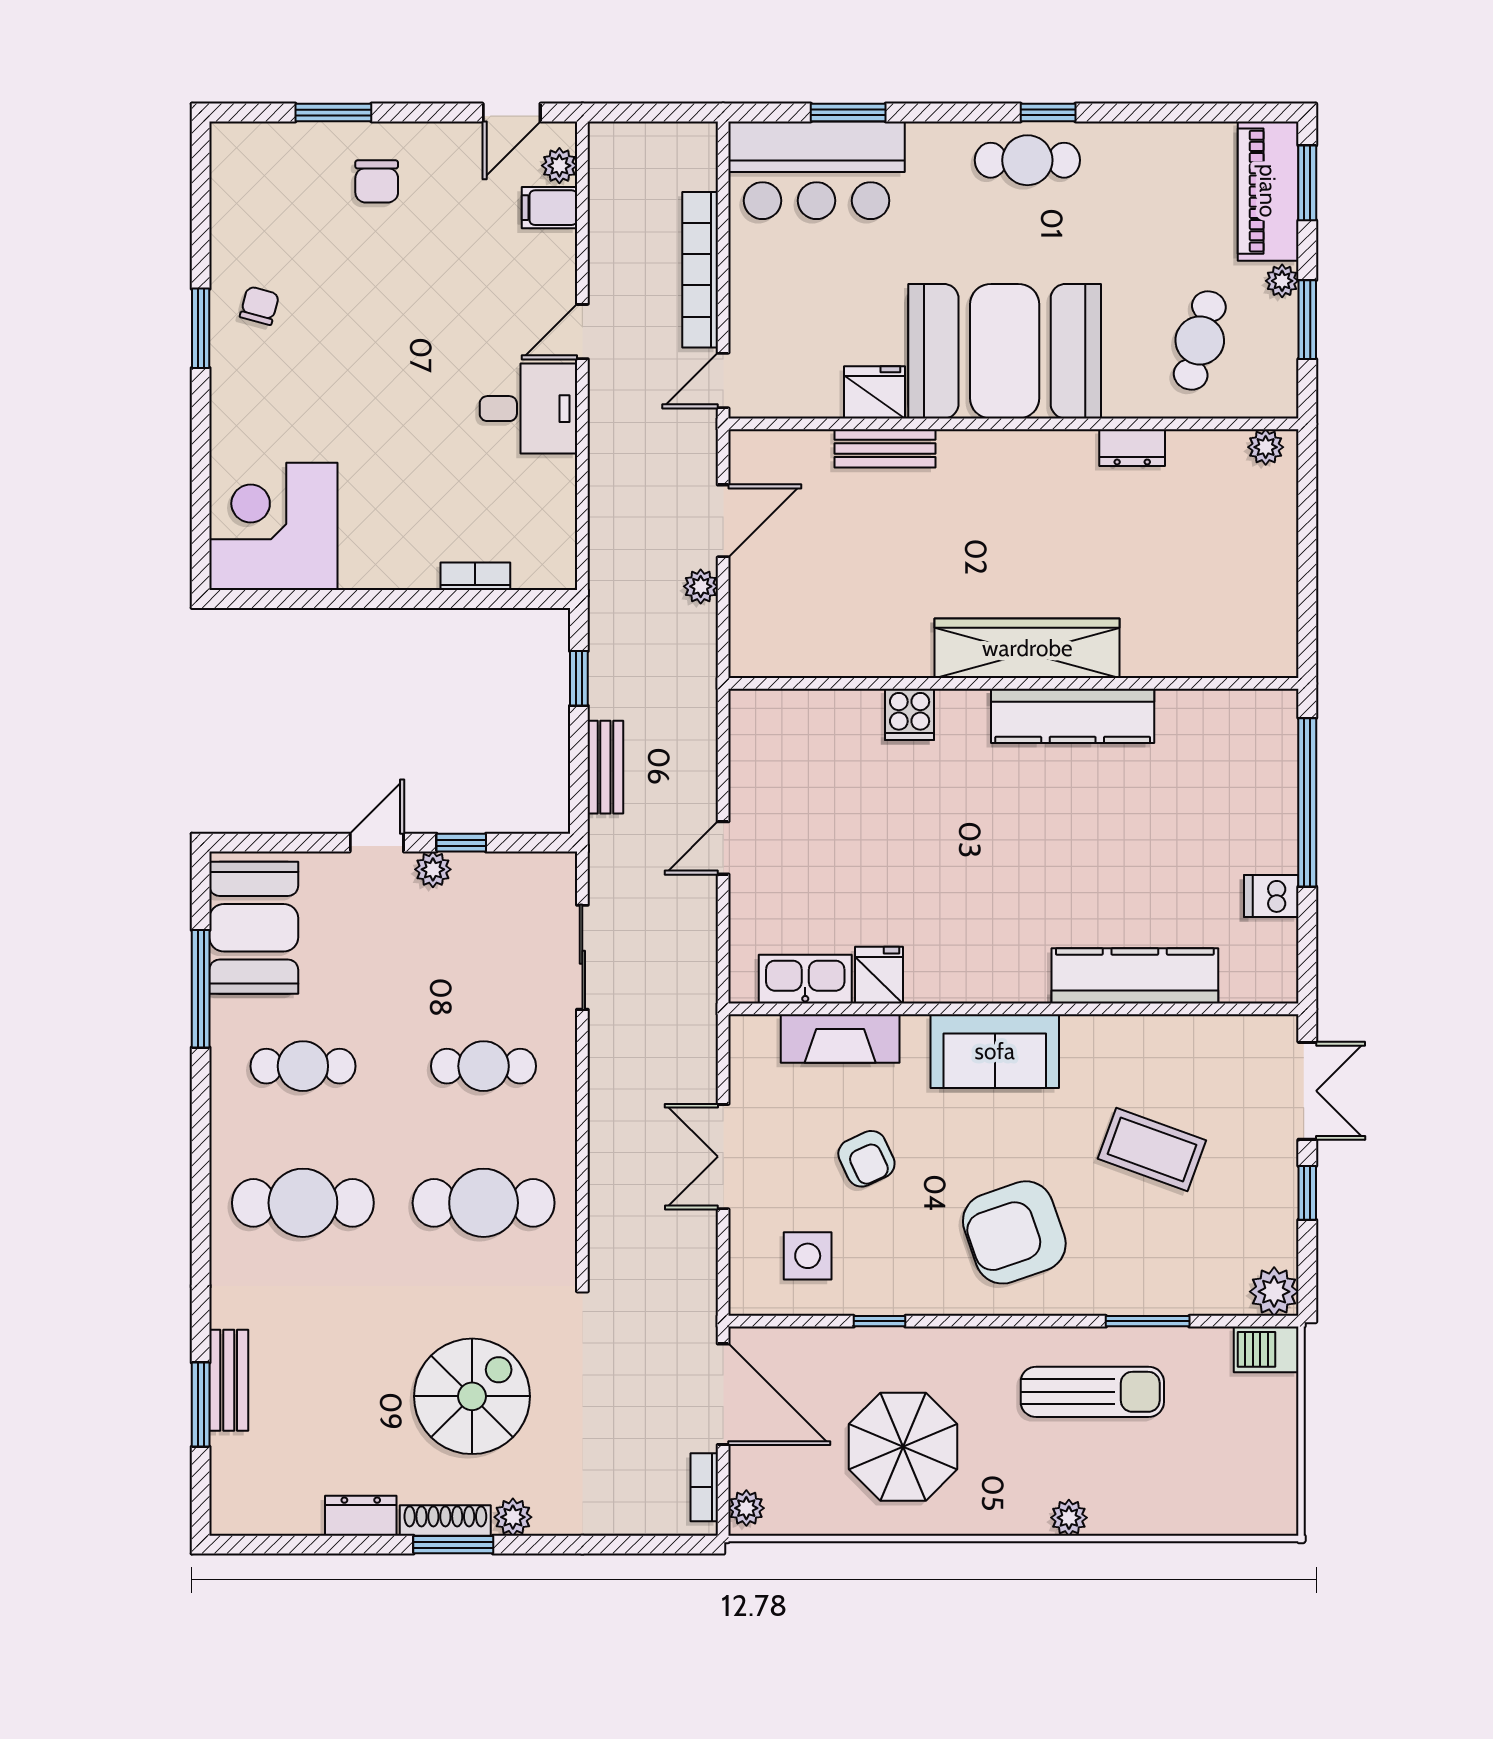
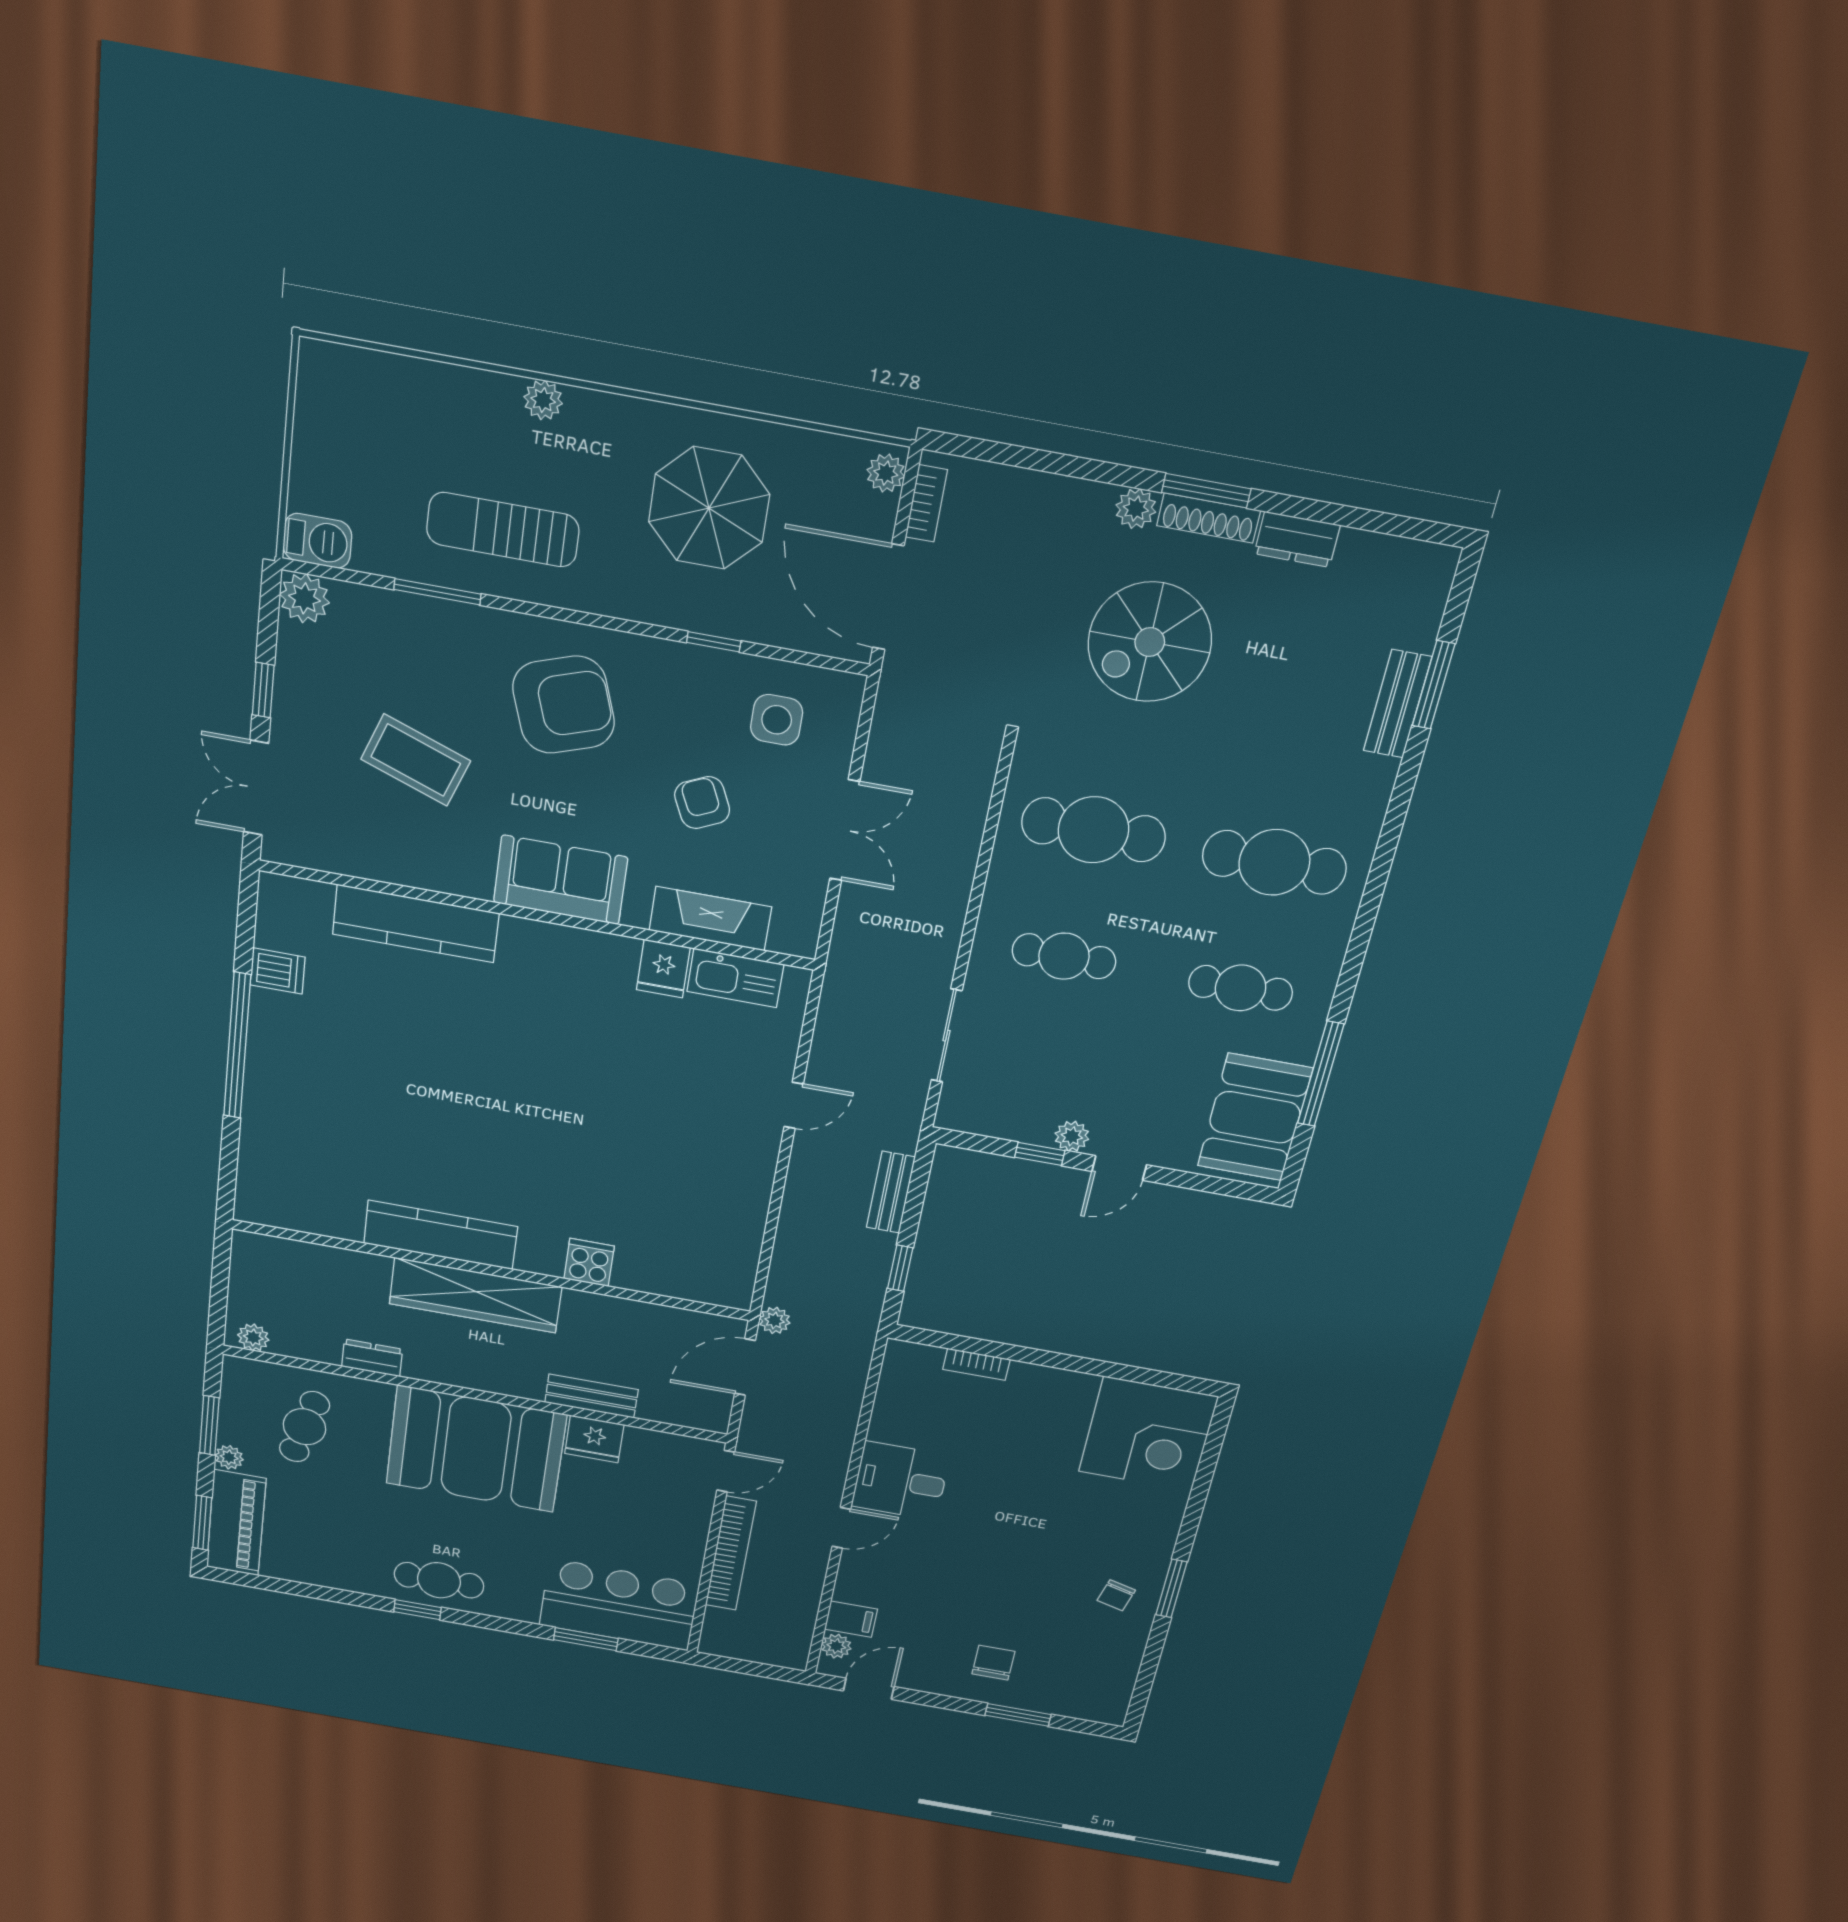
wardrobe: (1027, 648) -> (475, 1295), moved
wall: (1013, 683) -> (491, 1270), moved
cooker: (910, 714) -> (589, 1262), moved
kitchen counter: (1073, 716) -> (441, 1235), moved

